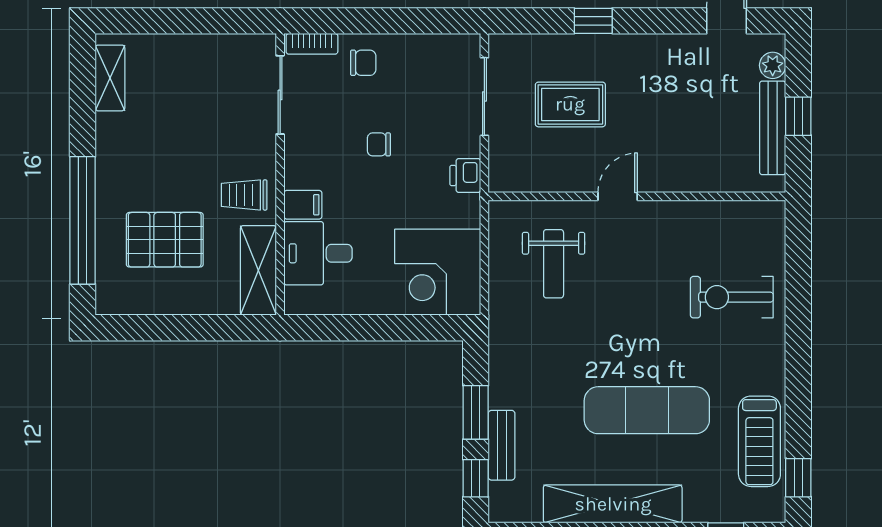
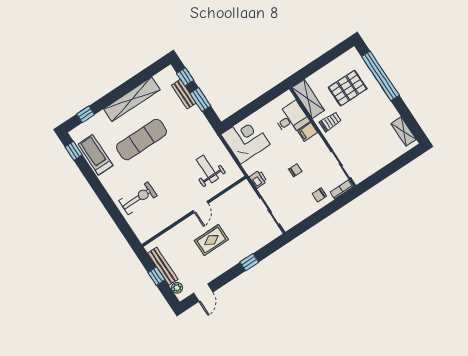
rug: (570, 104) -> (211, 240), moved

